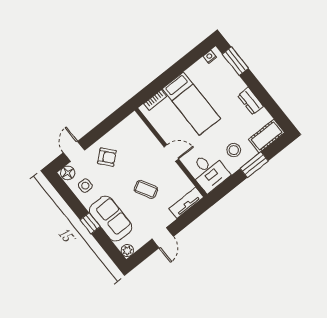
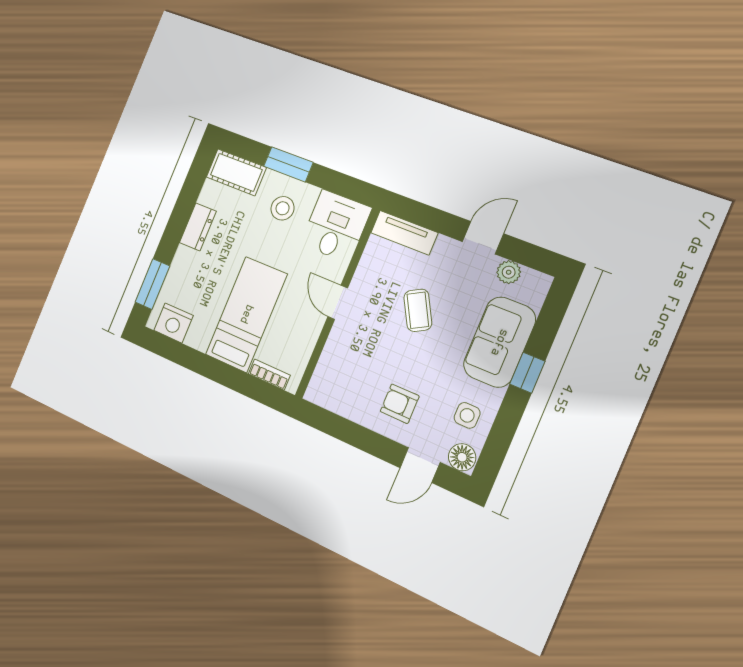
nightstand: (210, 57) -> (173, 323), width x1.89, depth x1.79
armchair: (107, 157) -> (400, 404), turned -49
plant: (127, 251) -> (509, 272), moved

